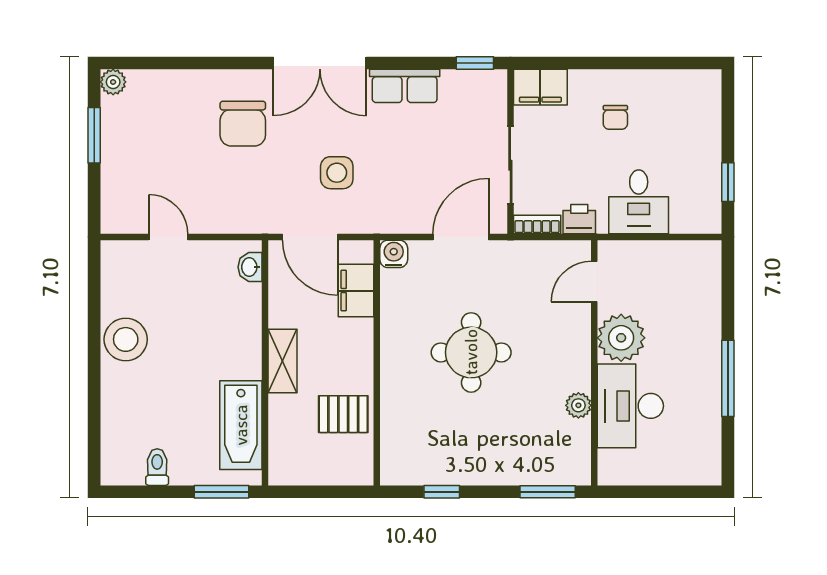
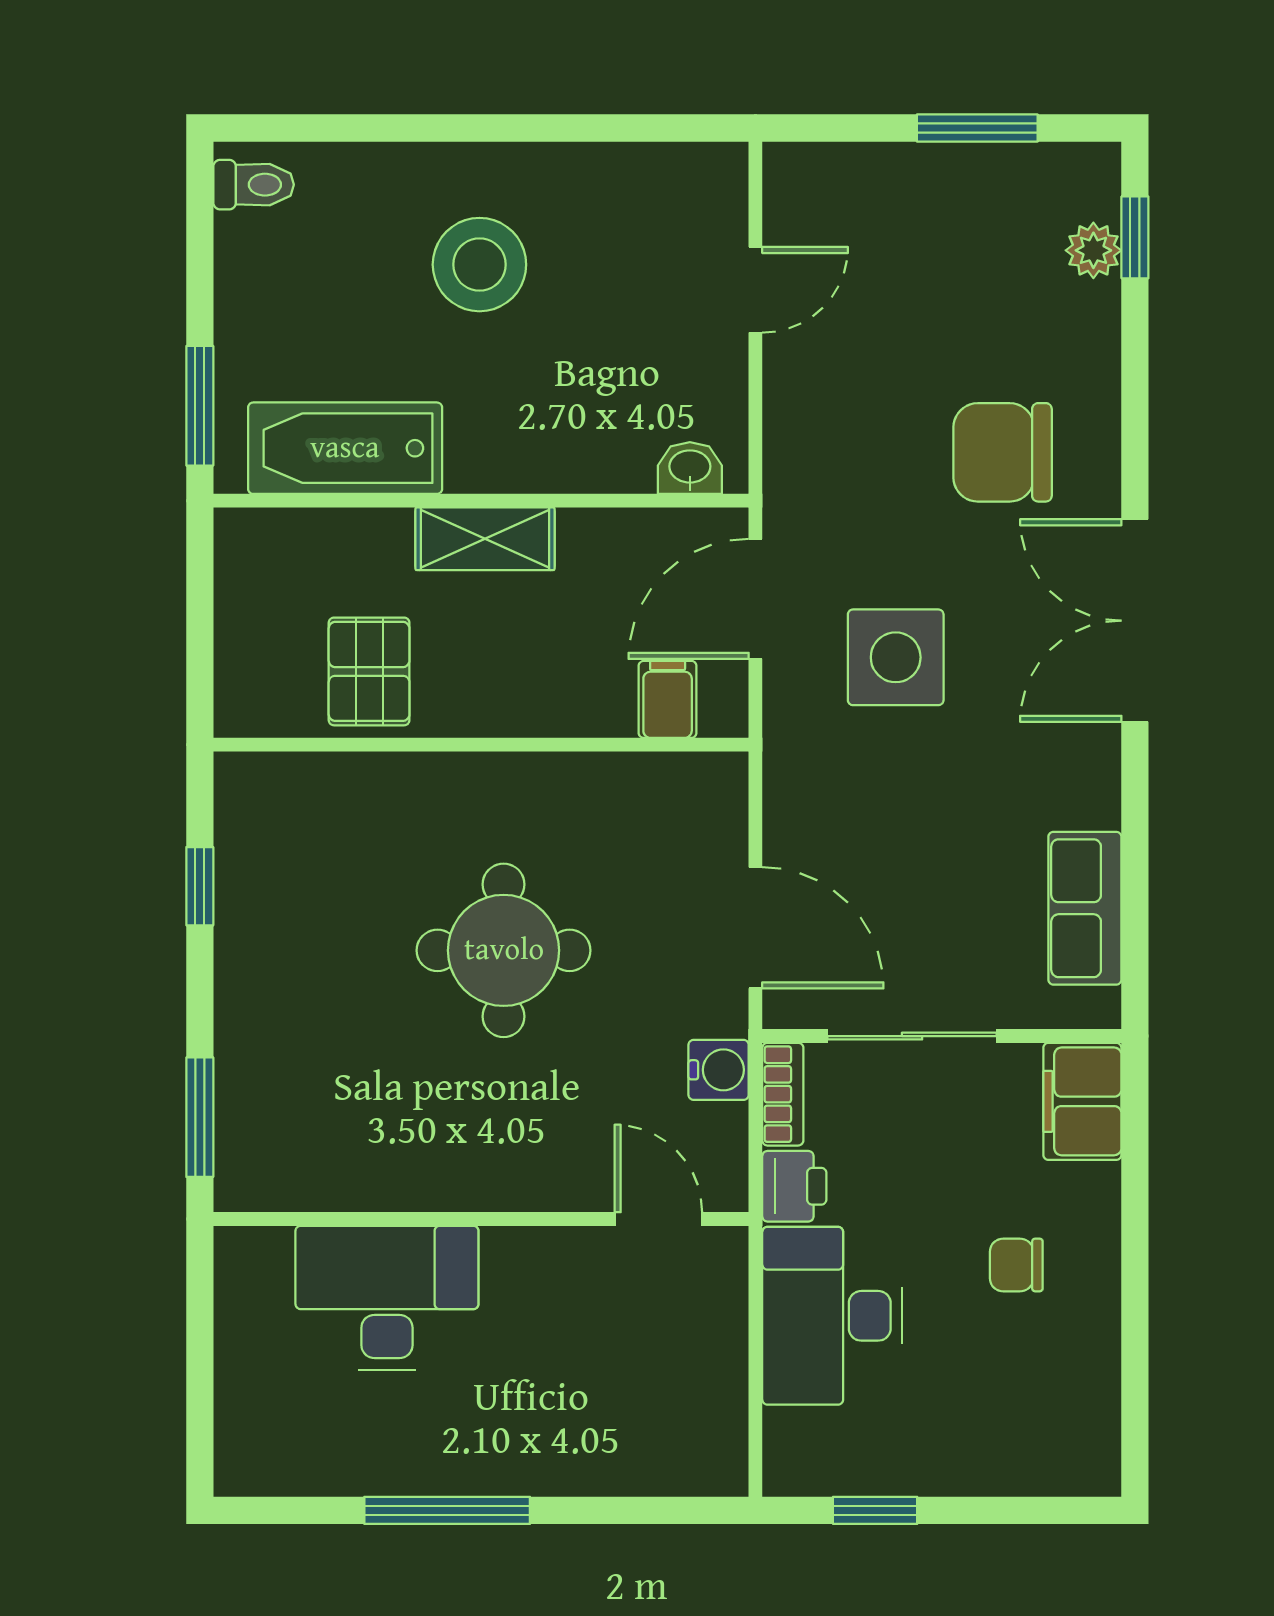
window: (475, 63) -> (1135, 237), moved
plant: (113, 82) -> (1093, 250), moved
row of seats: (405, 86) -> (1085, 908), moved
side table: (337, 173) -> (896, 657), width x1.37, depth x1.37
desk: (639, 202) -> (832, 1316), width x1.37
water cooler: (394, 254) -> (719, 1070), moved
filing cabinet: (356, 291) -> (668, 699), width x0.50
plant: (621, 338) -> (536, 1277), removed
stool: (126, 339) -> (479, 265), moved
plant: (578, 405) -> (388, 1184), removed
toilet: (157, 467) -> (254, 185), moved

